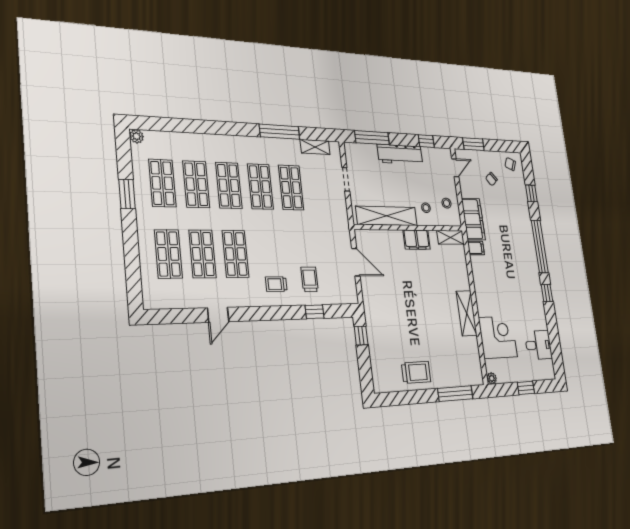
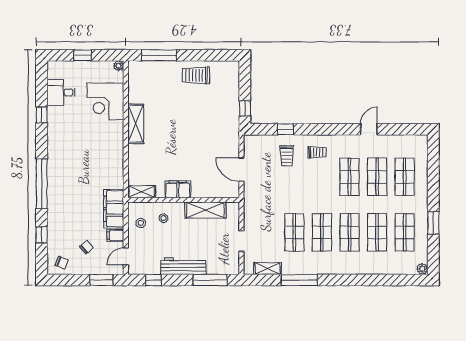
shelving: (387, 216) -> (205, 210), width x0.68
filing cabinet: (476, 248) -> (115, 235), moved
window: (547, 293) -> (42, 115), moved

